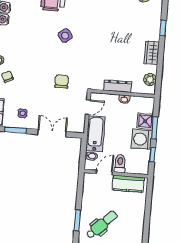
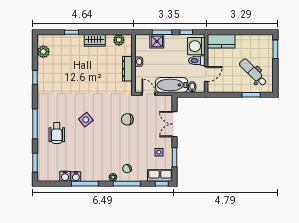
washing machine: (142, 139) -> (196, 46), moved, turned 90
door: (104, 173) -> (206, 74), swing flipped
kitchen counter: (128, 184) -> (221, 41), moved, turned 90

